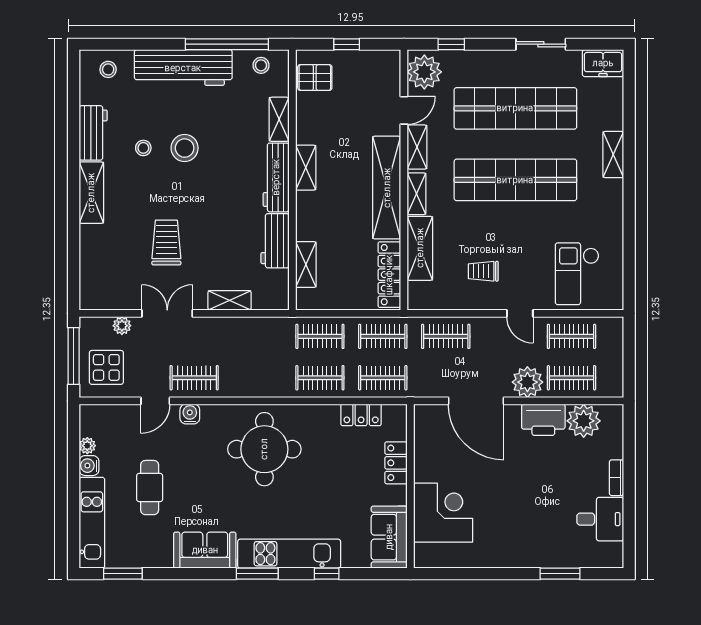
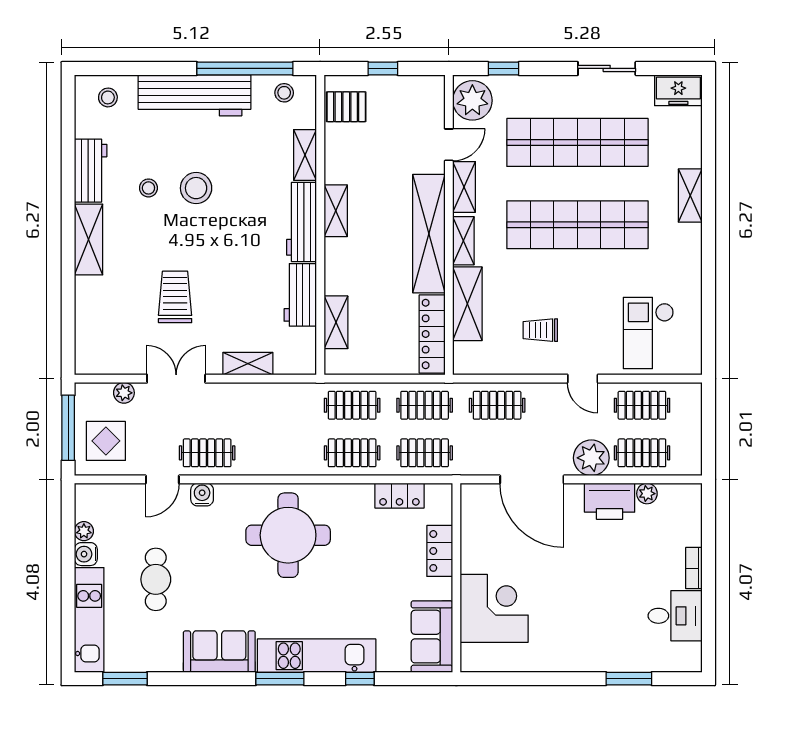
plant: (584, 421) -> (647, 494), width x0.53, depth x0.53

